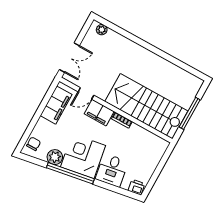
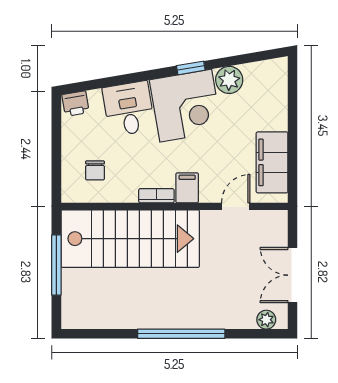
window: (147, 46) -> (181, 334), added
double door: (69, 58) -> (293, 275), moved
filing cabinet: (99, 113) -> (187, 188), width x0.50
chair: (34, 144) -> (95, 170), moved
window: (70, 173) -> (191, 68), width x0.32

